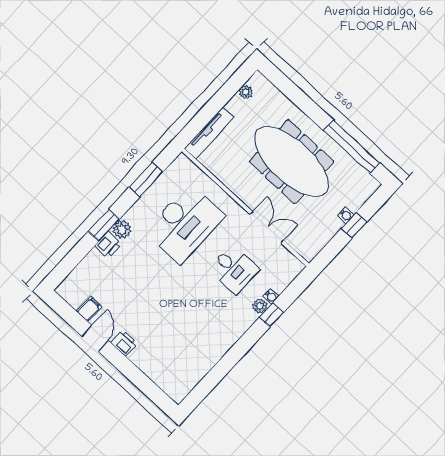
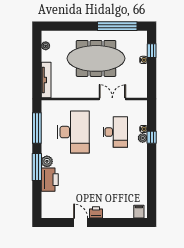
window: (146, 179) -> (37, 128), width x1.44
window: (104, 225) -> (37, 167), width x1.44
window: (354, 225) -> (152, 51), moved
printer: (108, 245) -> (50, 180), width x1.87, depth x1.48
desk: (234, 269) -> (115, 132), width x1.37
filing cabinet: (89, 309) -> (139, 212), moved

